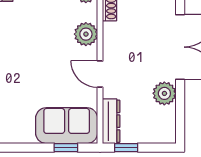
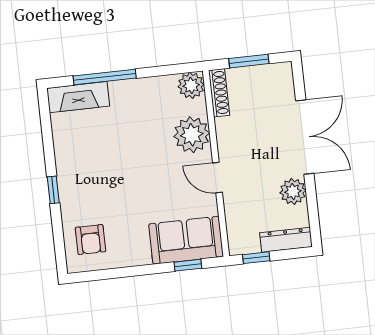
plant: (86, 34) -> (192, 135), width x1.36, depth x1.36
dresser: (111, 121) -> (286, 240), moved, turned -90

